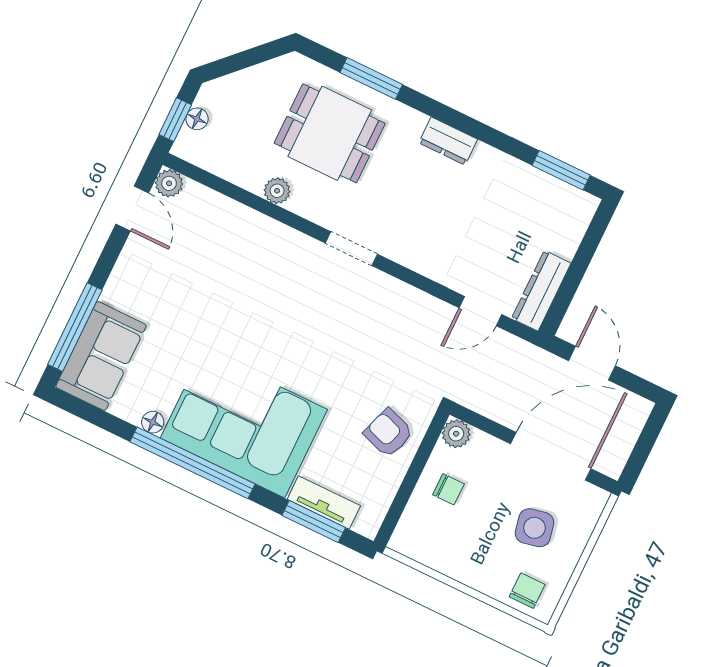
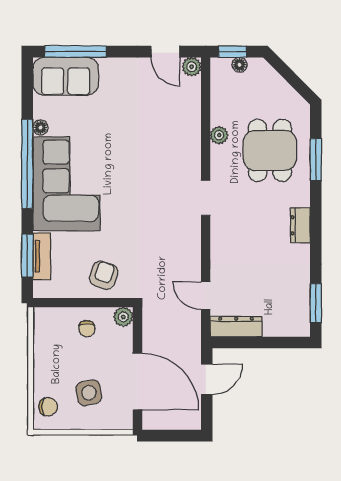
door: (132, 208) -> (165, 52), hinge flipped

